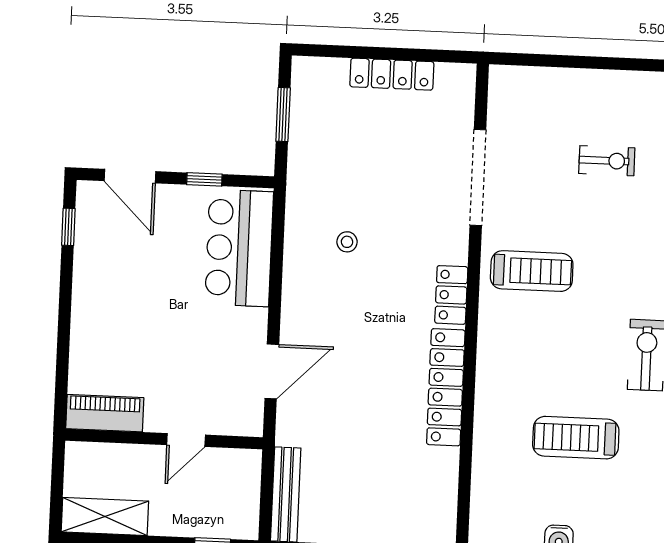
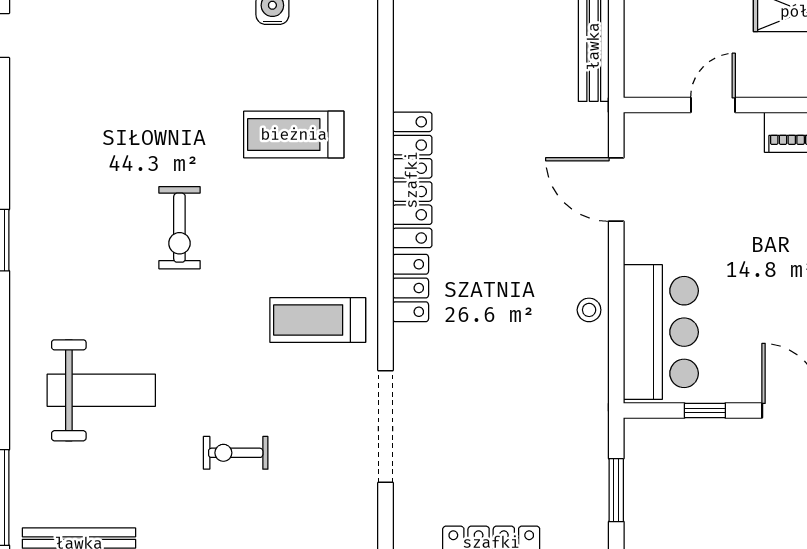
stool: (347, 242) -> (589, 310), moved
door: (272, 371) -> (616, 189), hinge flipped
treadmill: (576, 438) -> (294, 135), moved, turned 180

